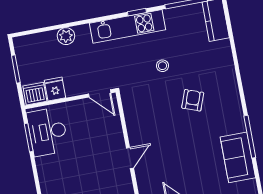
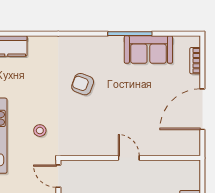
stool: (163, 66) -> (40, 131), moved
door: (100, 93) -> (58, 176), swing flipped

